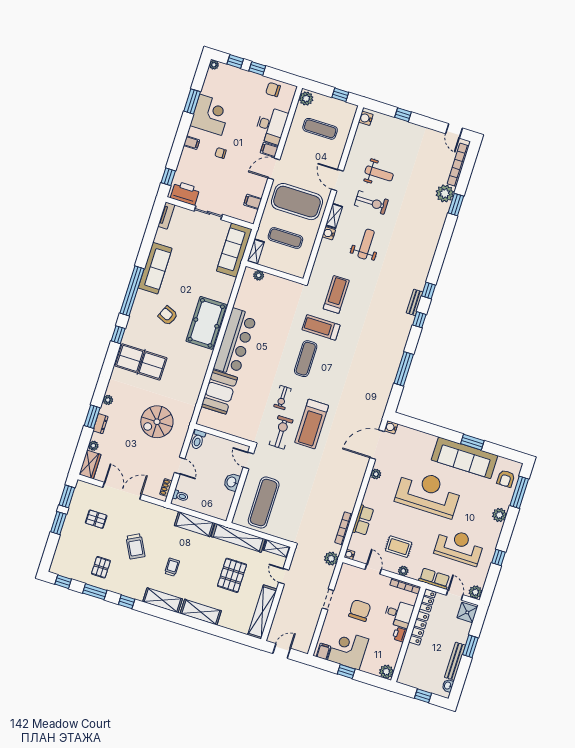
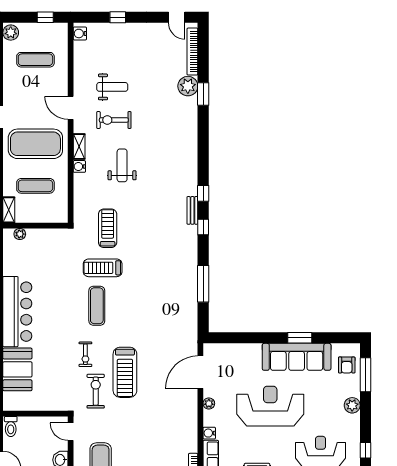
exercise bike: (371, 203) -> (114, 120), turned 180
water cooler: (391, 427) -> (209, 433), moved

